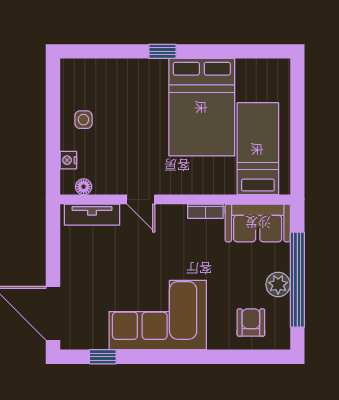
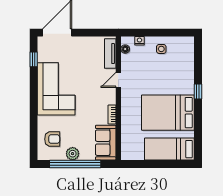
bed: (258, 149) -> (169, 149), moved, turned 180

